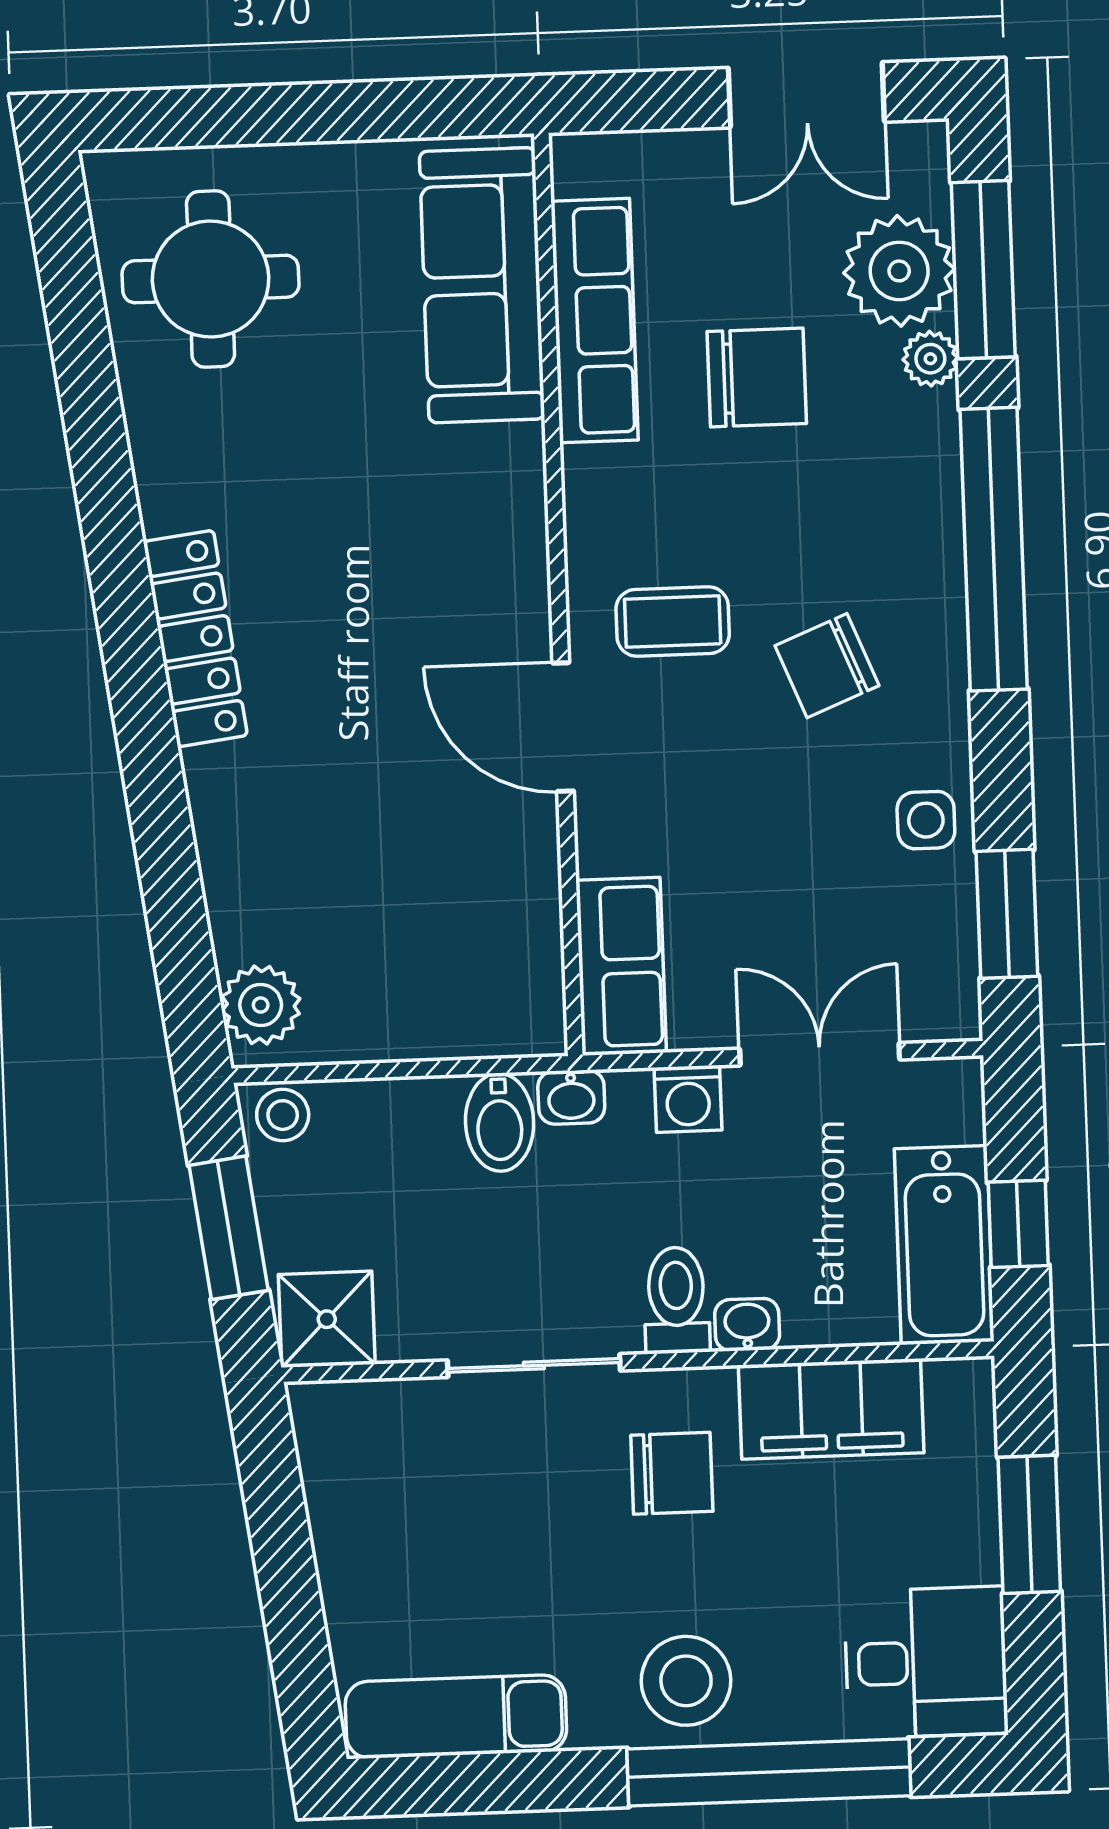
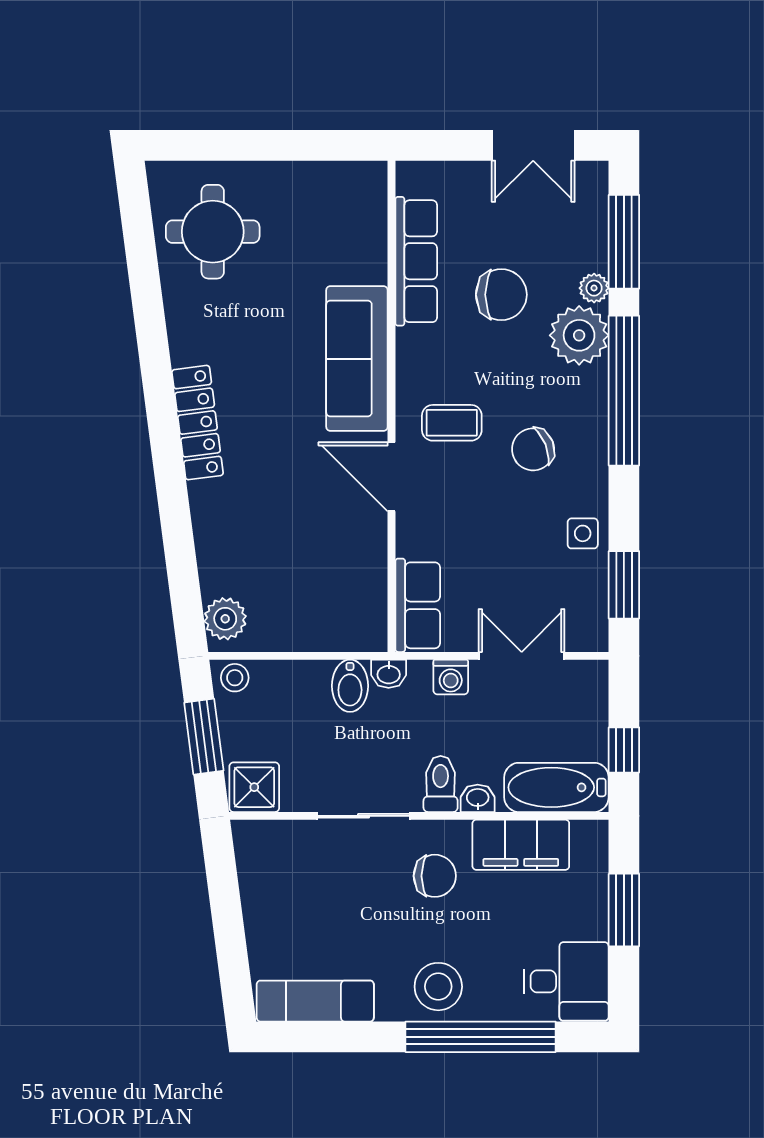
plant: (899, 271) -> (579, 335), moved
sofa: (482, 285) -> (357, 359), moved
bathtub: (944, 1245) -> (556, 787), moved, turned 90

